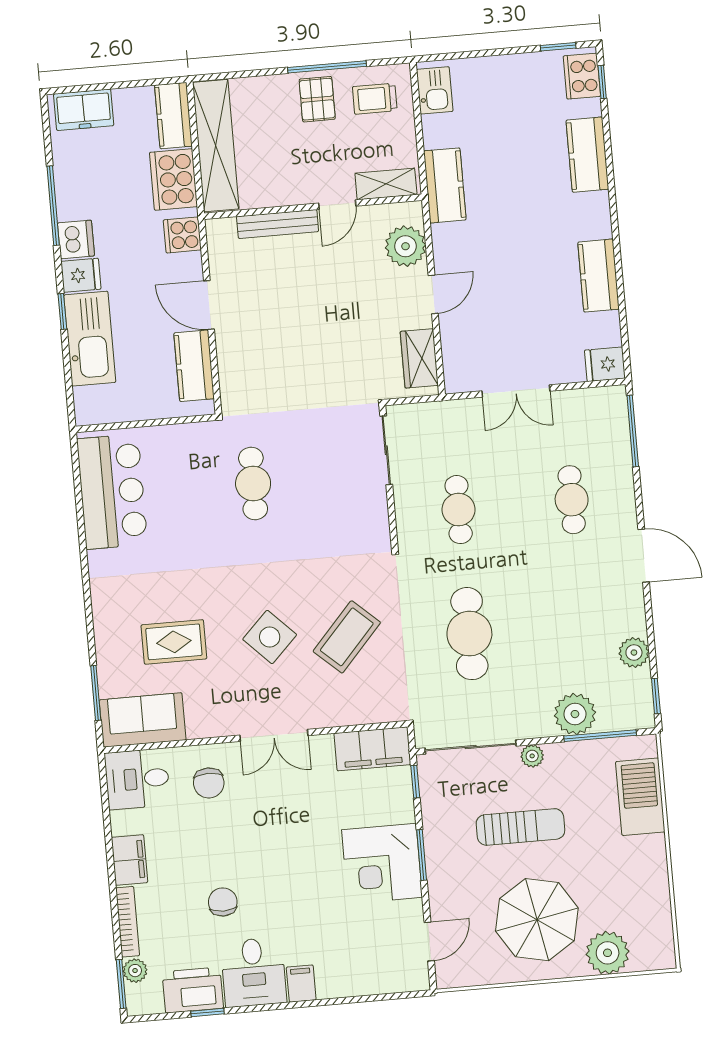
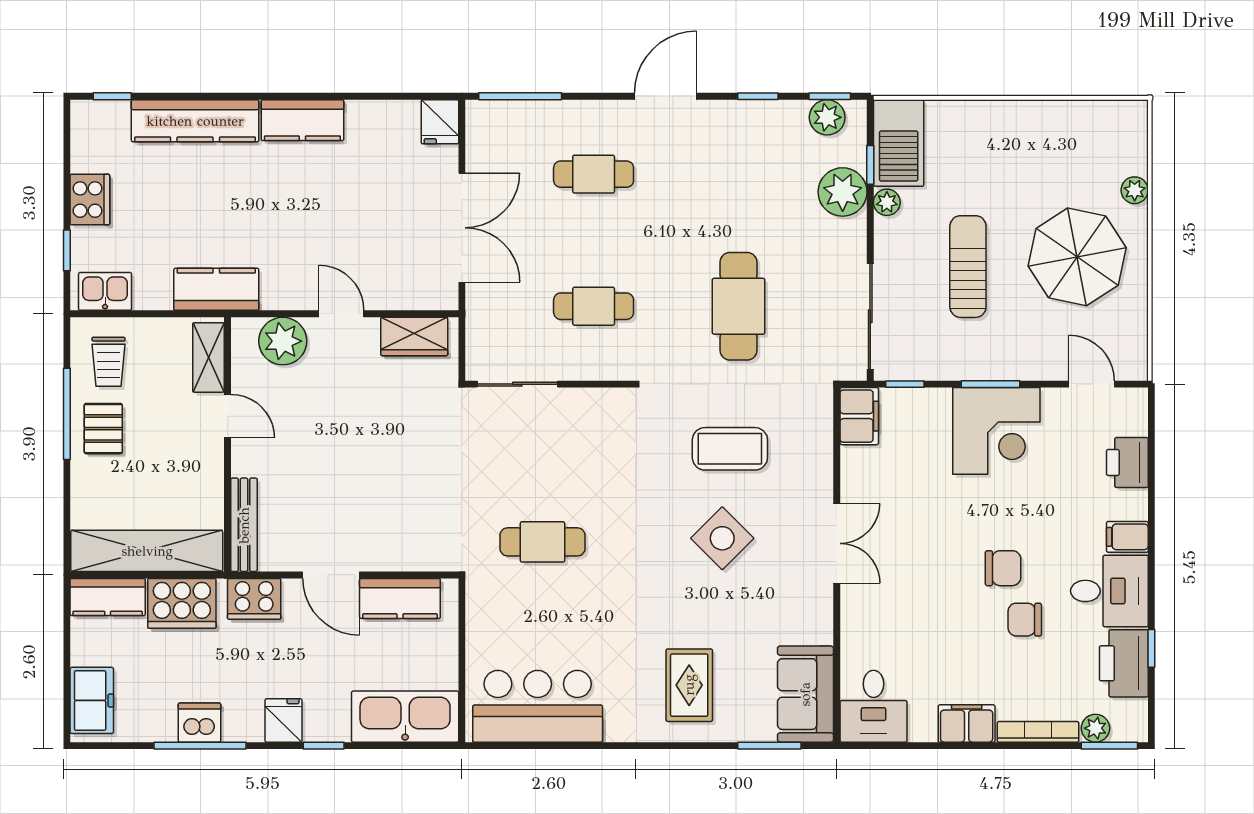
window: (558, 47) -> (67, 250), moved
cooker: (582, 76) -> (90, 200), moved, turned -90
pallet: (317, 99) -> (103, 429), turned 90
kitchen counter: (587, 155) -> (195, 121), width x1.50
bench: (278, 224) -> (244, 525), moved
cooker: (182, 235) -> (254, 599), width x1.36
dishwasher: (76, 239) -> (199, 723), moved
kitchen counter: (599, 276) -> (302, 120), moved
door: (209, 305) -> (331, 575), hinge flipped
kitchen sink: (90, 339) -> (405, 717), moved
double door: (516, 391) -> (462, 228), width x1.37
cafe table: (469, 634) -> (739, 306), turned 90
window: (651, 634) -> (758, 96), added
coffee table: (347, 637) -> (730, 449), turned -42
rug: (174, 642) -> (689, 685), moved
plant: (634, 653) -> (827, 117), moved
window: (600, 736) -> (870, 165), width x0.46
filing cabinet: (372, 749) -> (859, 416), width x0.67, depth x0.86
plant: (532, 756) -> (887, 202), moved
chair: (209, 783) -> (1003, 568), moved
barbecue: (640, 797) -> (899, 143), moved, turned -90
plant: (608, 953) -> (1135, 190), width x0.53, depth x0.53
printer: (365, 978) -> (1127, 462), added

